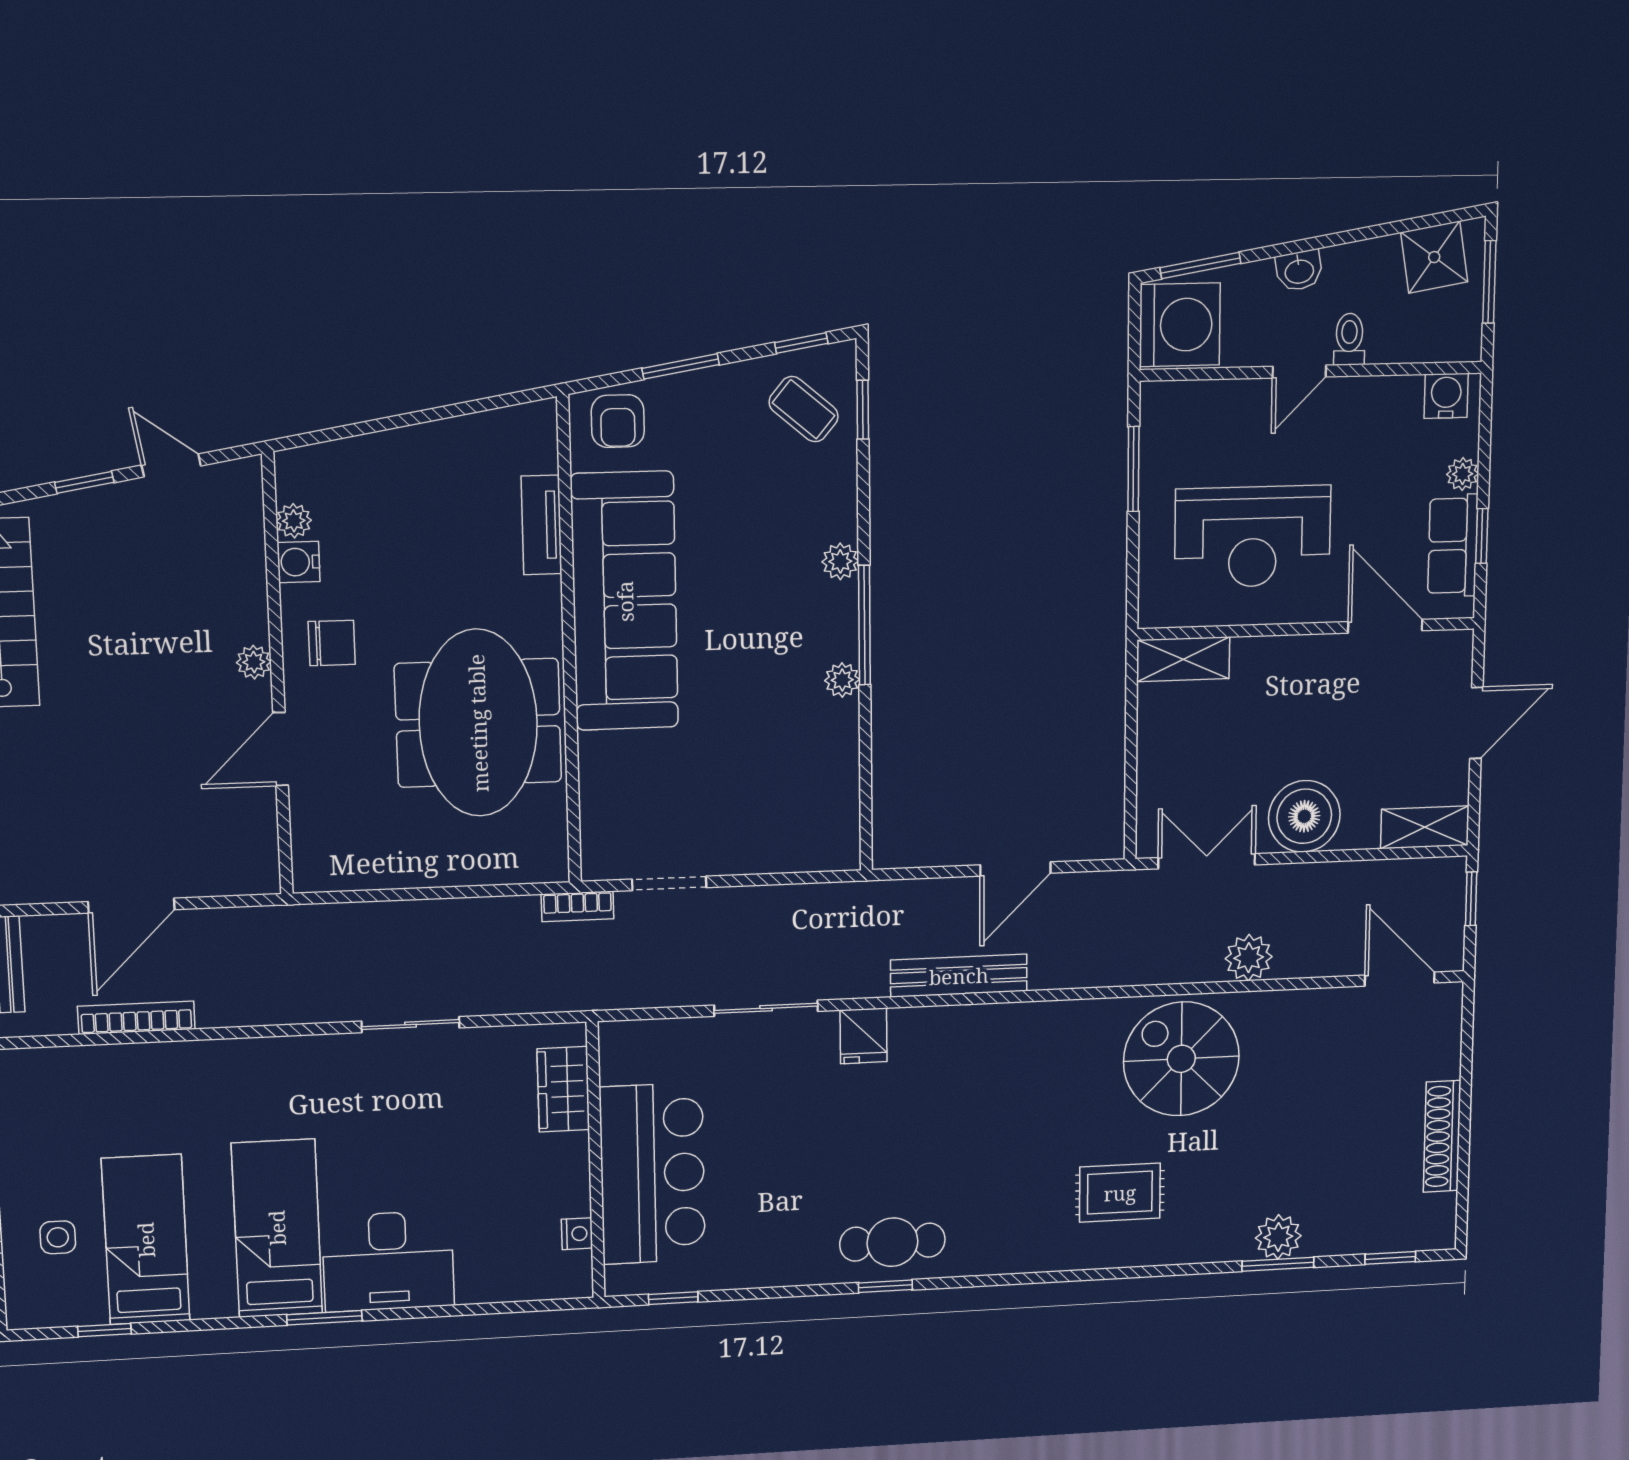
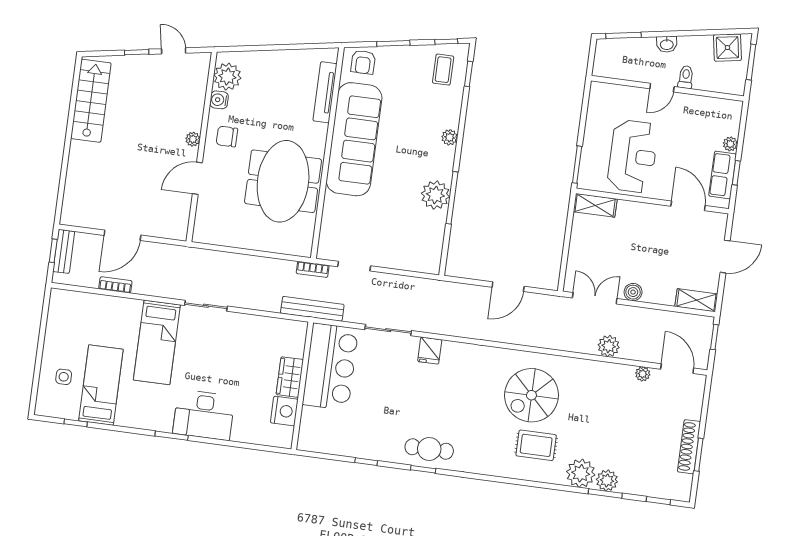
washing machine: (1180, 325) -> (611, 59), removed
water cooler: (1446, 396) -> (726, 108), removed
coffee table: (804, 409) -> (443, 70), turned 50
window: (1133, 469) -> (577, 165), moved
plant: (294, 521) -> (227, 77), width x1.87, depth x1.87
tv unit: (541, 525) -> (325, 92), width x1.41
reception desk: (1253, 537) -> (633, 156), turned -90
window: (864, 625) -> (452, 198), moved
chair: (332, 643) -> (227, 137), turned 180
plant: (842, 680) -> (435, 195), width x1.88, depth x1.88
boiler: (1304, 816) -> (633, 292), width x0.54, depth x0.54
bench: (959, 976) -> (312, 309), moved
plant: (1328, 1003) -> (643, 374), added
bookcase: (136, 1018) -> (115, 285), width x0.64
sliding door: (410, 1025) -> (206, 306), moved
spiral stairs: (1181, 1059) -> (531, 395), moved, turned -90
wardrobe: (563, 1089) -> (290, 377), moved
window: (1464, 1149) -> (699, 455), added
bar counter: (652, 1174) -> (330, 367), moved
bed: (277, 1228) -> (157, 342), moved, turned 180
plant: (1221, 1232) -> (581, 473), added
nightstand: (577, 1234) -> (284, 411), width x1.89, depth x1.79
window: (673, 1298) -> (366, 462), moved

